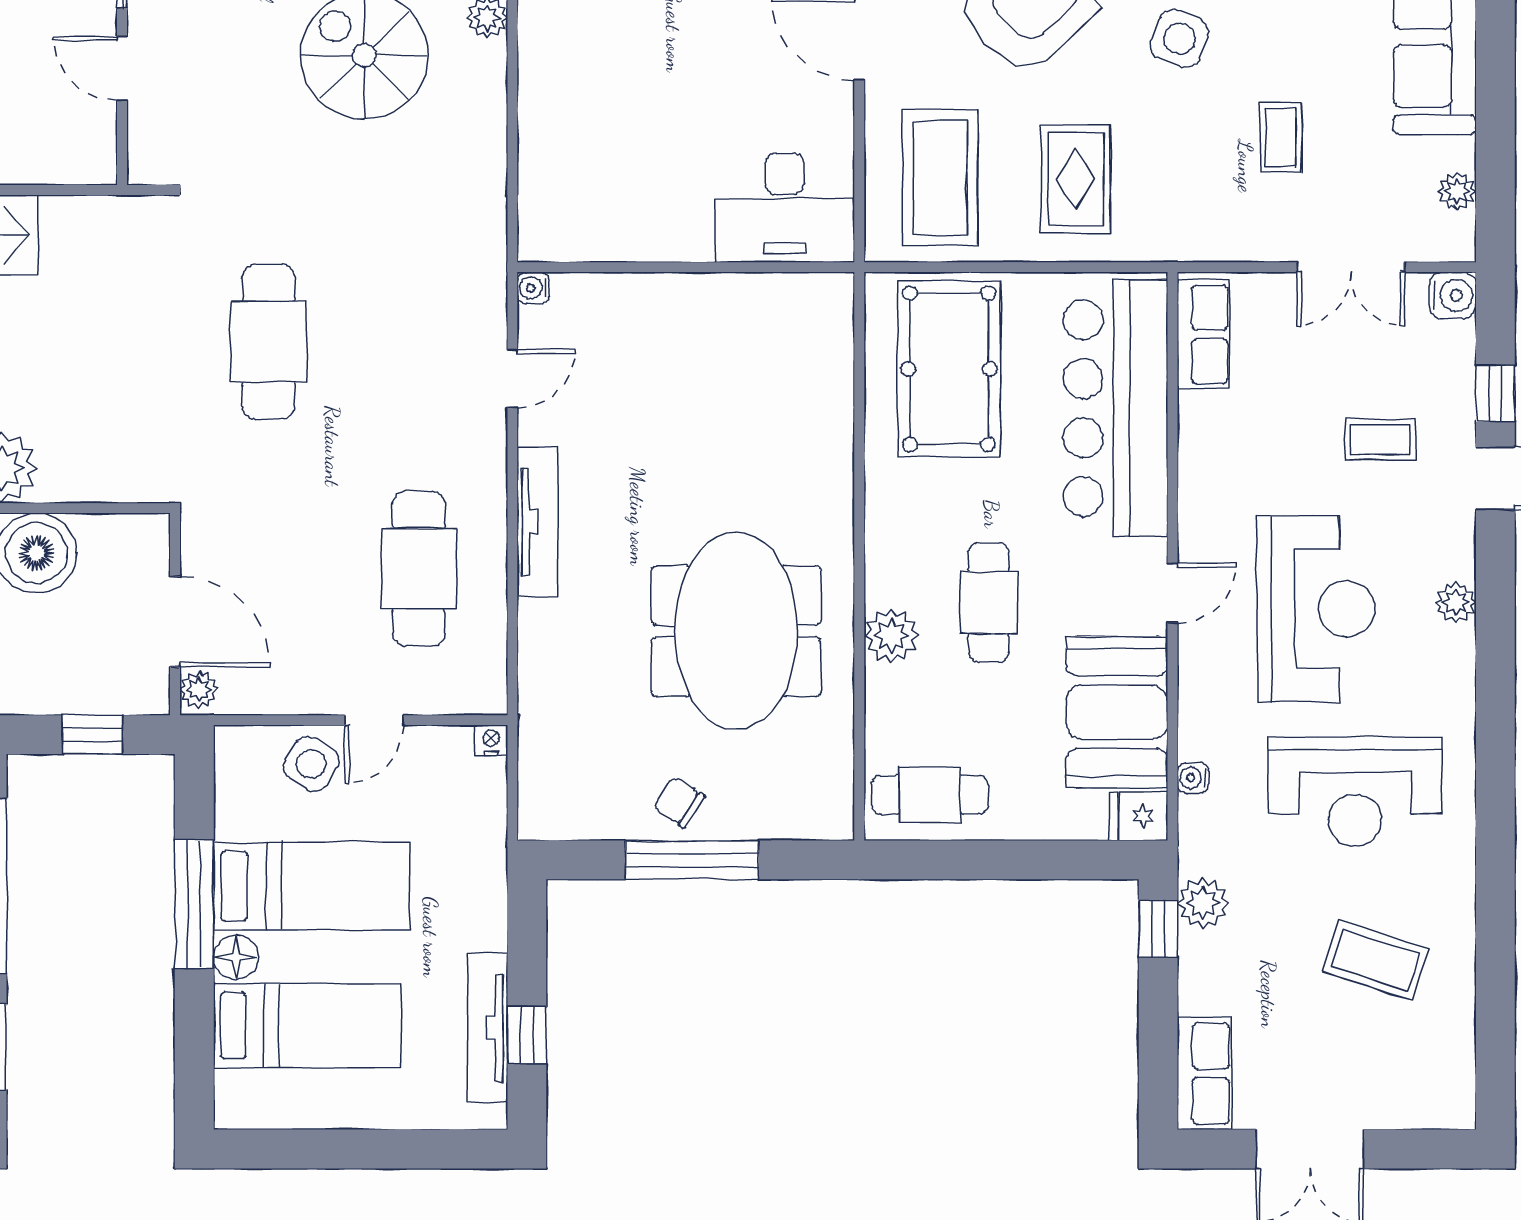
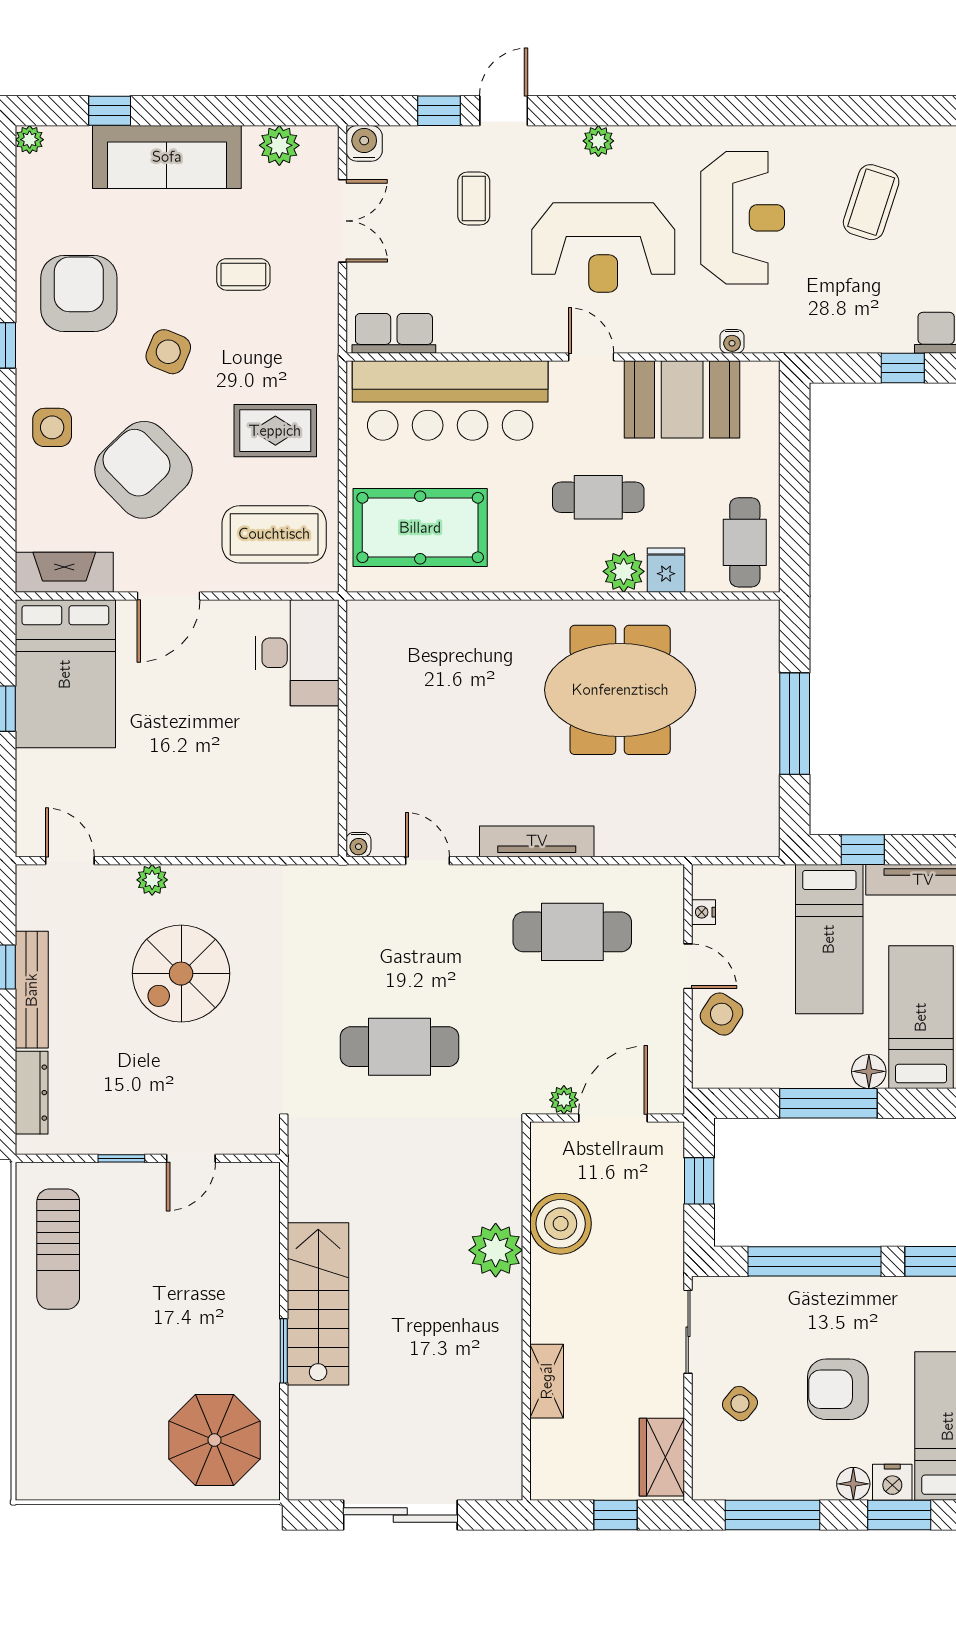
plant: (1457, 191) -> (279, 145), width x1.38, depth x1.38
reception desk: (1316, 609) -> (603, 248), turned 180
plant: (199, 690) -> (564, 1100), moved
nightstand: (491, 740) -> (704, 912), moved
chair: (679, 802) -> (751, 733), removed
fridge: (1139, 816) -> (666, 570), moved, turned 180
bed: (312, 886) -> (829, 939), moved, turned 180
plant: (1203, 903) -> (828, 334), removed
window: (1158, 929) -> (903, 368), moved
window: (527, 1035) -> (863, 850), moved

